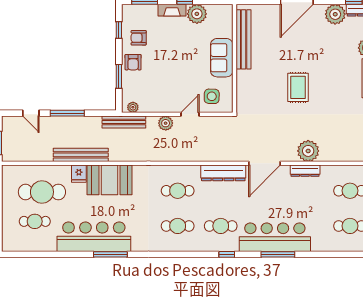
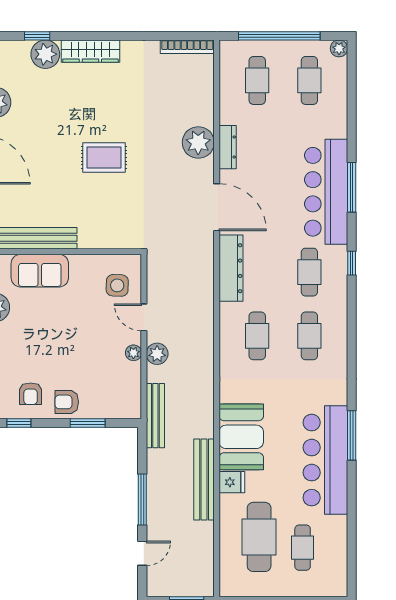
sofa: (222, 58) -> (40, 271), moved
armchair: (133, 62) -> (67, 402), turned 180
plant: (133, 107) -> (133, 353), moved

